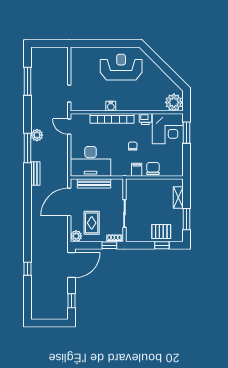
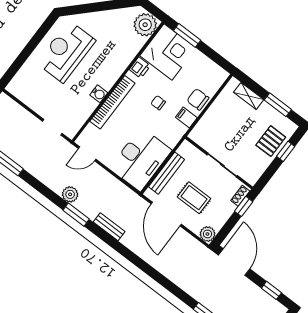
window: (28, 148) -> (76, 215), width x0.69
rug: (92, 223) -> (194, 198), moved

